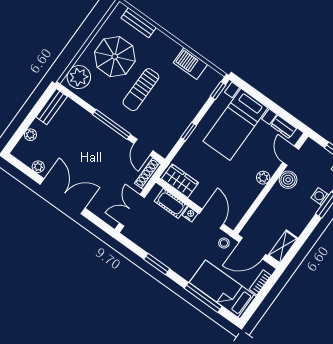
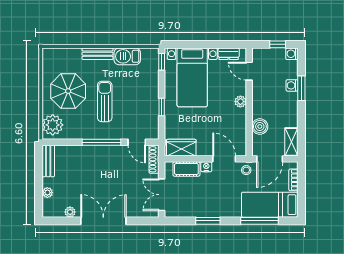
bench: (139, 23) -> (98, 54), moved
sun lounger: (141, 90) -> (105, 101), turned 180
boiler: (288, 180) -> (260, 127), moved

